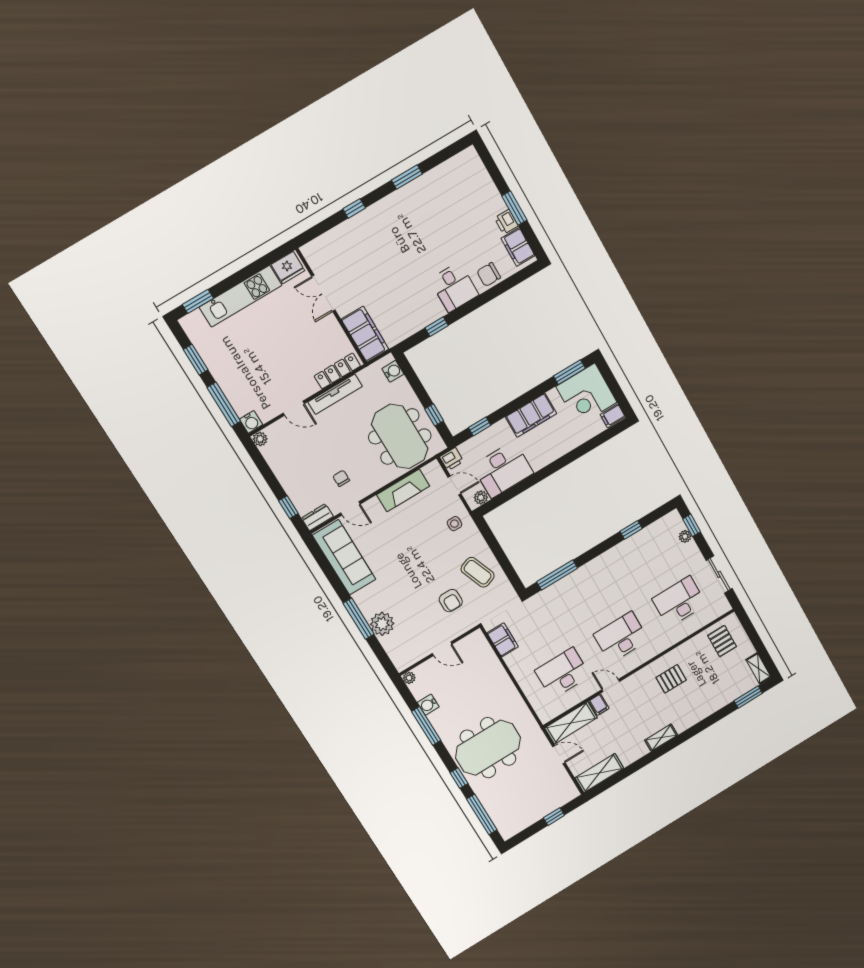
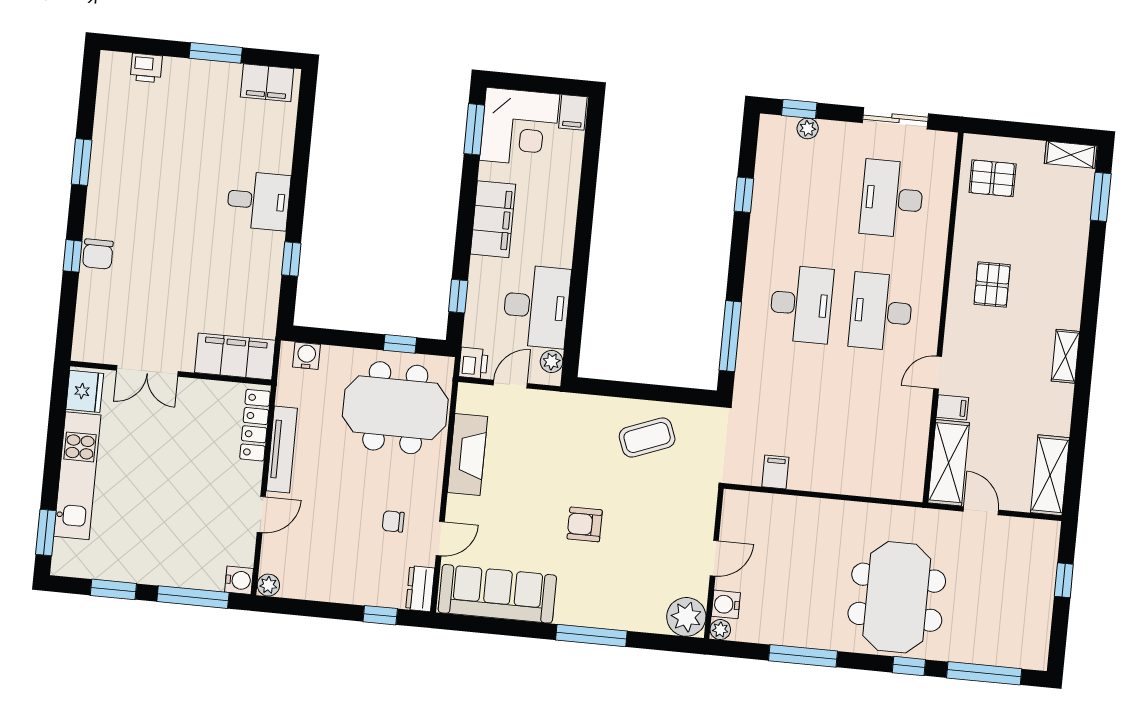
printer: (506, 222) -> (146, 68), moved
chair: (489, 275) -> (98, 254), moved
side table: (454, 524) -> (560, 421), removed
armchair: (451, 601) -> (585, 524), moved, turned 180
plant: (382, 624) -> (686, 617), moved
filing cabinet: (503, 640) -> (775, 472), width x0.50
desk: (562, 673) -> (801, 304), moved, turned 180
water cooler: (428, 705) -> (726, 604), moved, turned 90
door: (559, 755) -> (981, 511), hinge flipped

